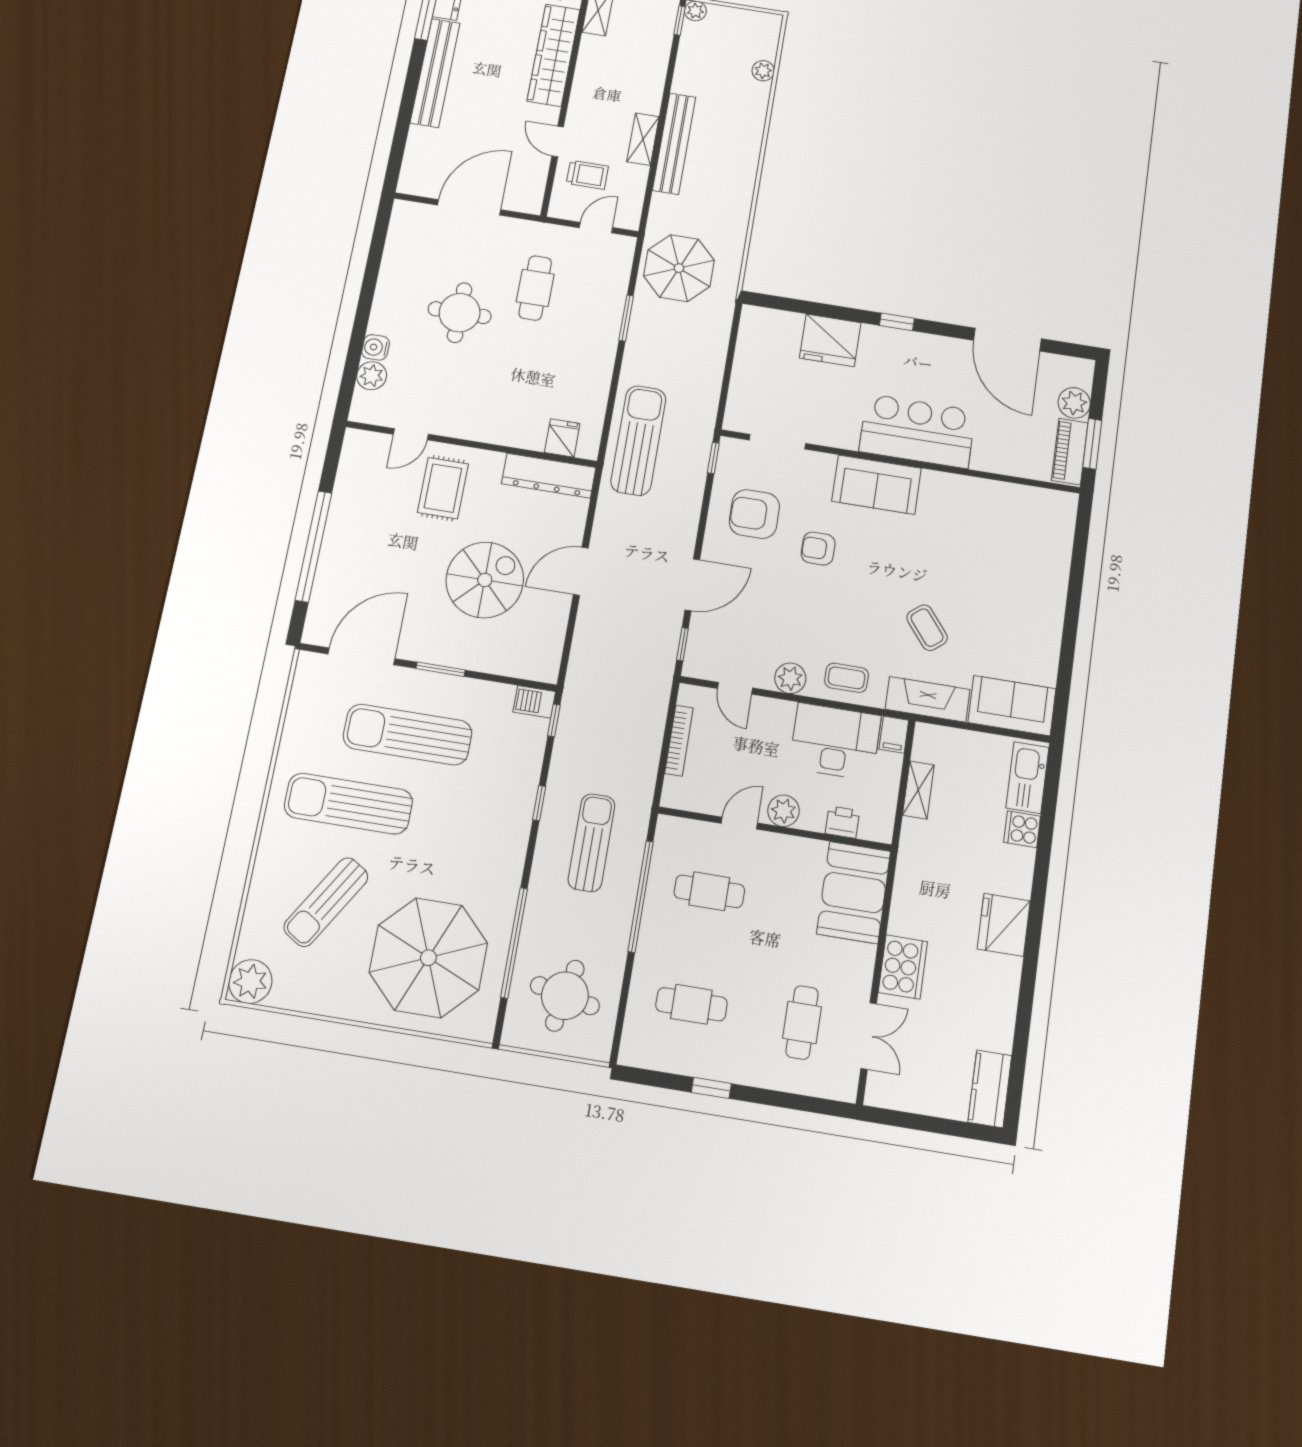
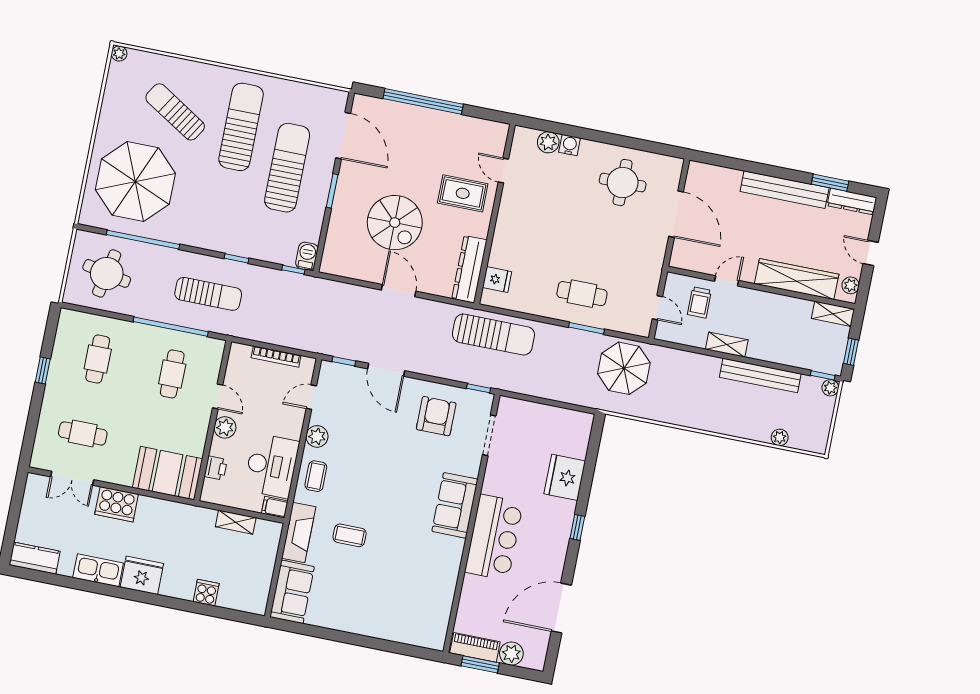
bench: (674, 144) -> (760, 375), moved
cafe table: (535, 288) -> (582, 294), moved
round table: (460, 313) -> (623, 183), moved
armchair: (818, 549) -> (409, 461), removed
coffee table: (927, 628) -> (350, 535), turned 39
kitchen sink: (1027, 778) -> (98, 570), moved
plant: (250, 982) -> (119, 54), width x0.53, depth x0.53

